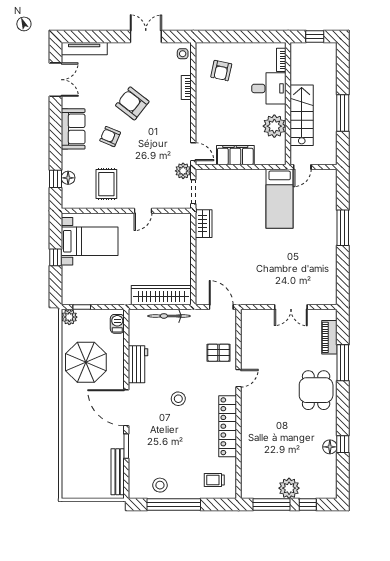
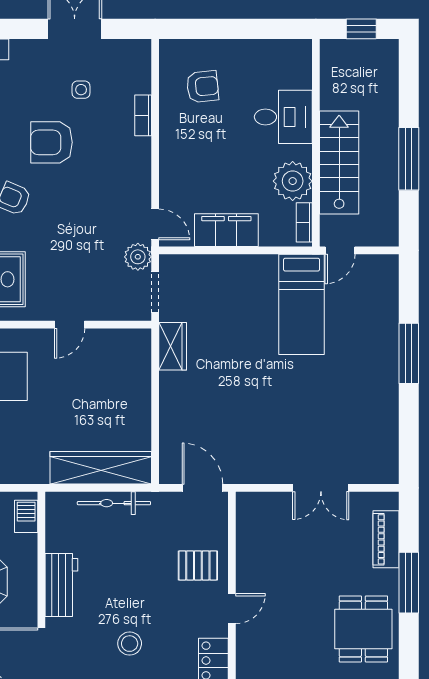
side table: (183, 54) -> (81, 90), moved
bookcase: (281, 60) -> (304, 222), moved
armchair: (221, 71) -> (203, 87), turned -108
armchair: (132, 103) -> (52, 142), turned -38

